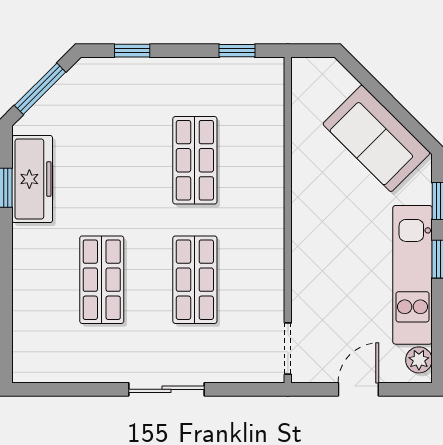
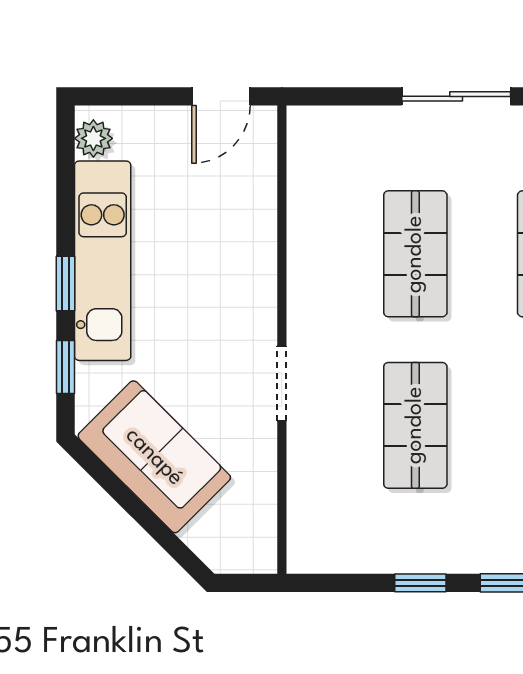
window: (237, 51) -> (420, 583), moved
doorway: (288, 349) -> (282, 384), moved
door: (358, 389) -> (221, 96), moved

